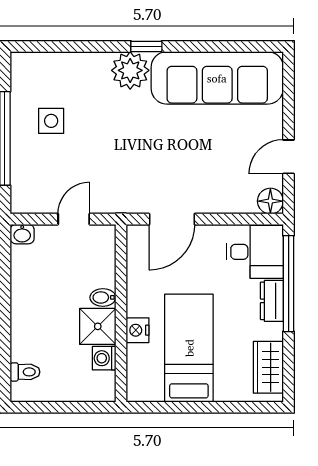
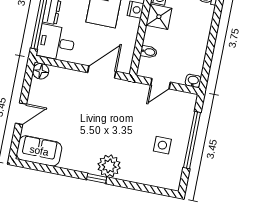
sofa: (217, 78) -> (39, 151), width x0.54, depth x0.79
door: (289, 157) -> (21, 114), moved
bidet: (103, 297) -> (149, 52), moved

